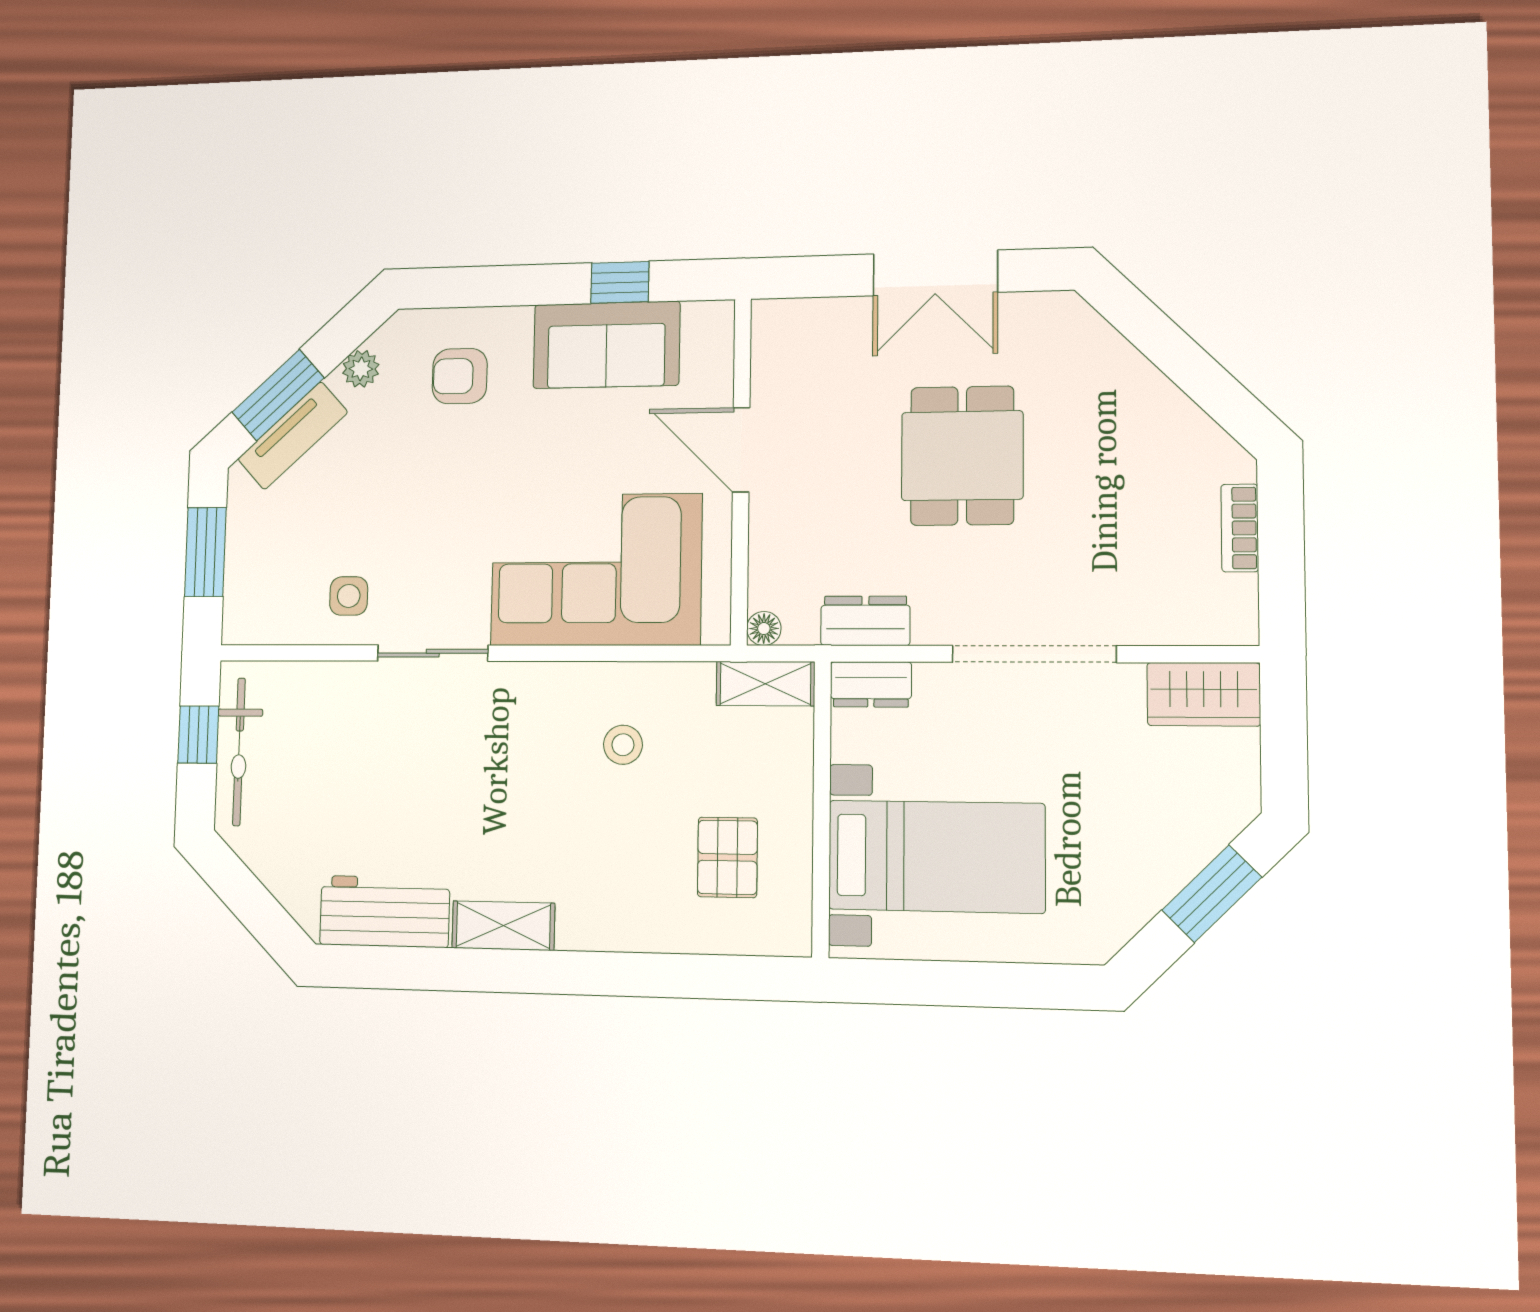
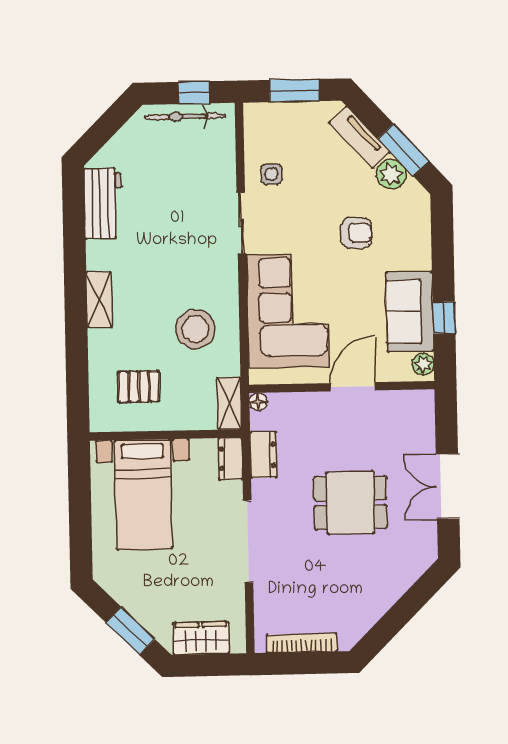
plant: (704, 320) -> (423, 364), added
plant: (361, 369) -> (391, 174), width x1.38, depth x1.38
armchair: (460, 376) -> (356, 233), moved, turned 90
window: (278, 395) -> (403, 150), moved
bookcase: (1240, 528) -> (302, 643), width x1.56
wardrobe: (1204, 694) -> (201, 638), moved, turned 90
stool: (623, 745) -> (195, 329), width x1.89, depth x1.89
shelving: (503, 926) -> (99, 299), moved

